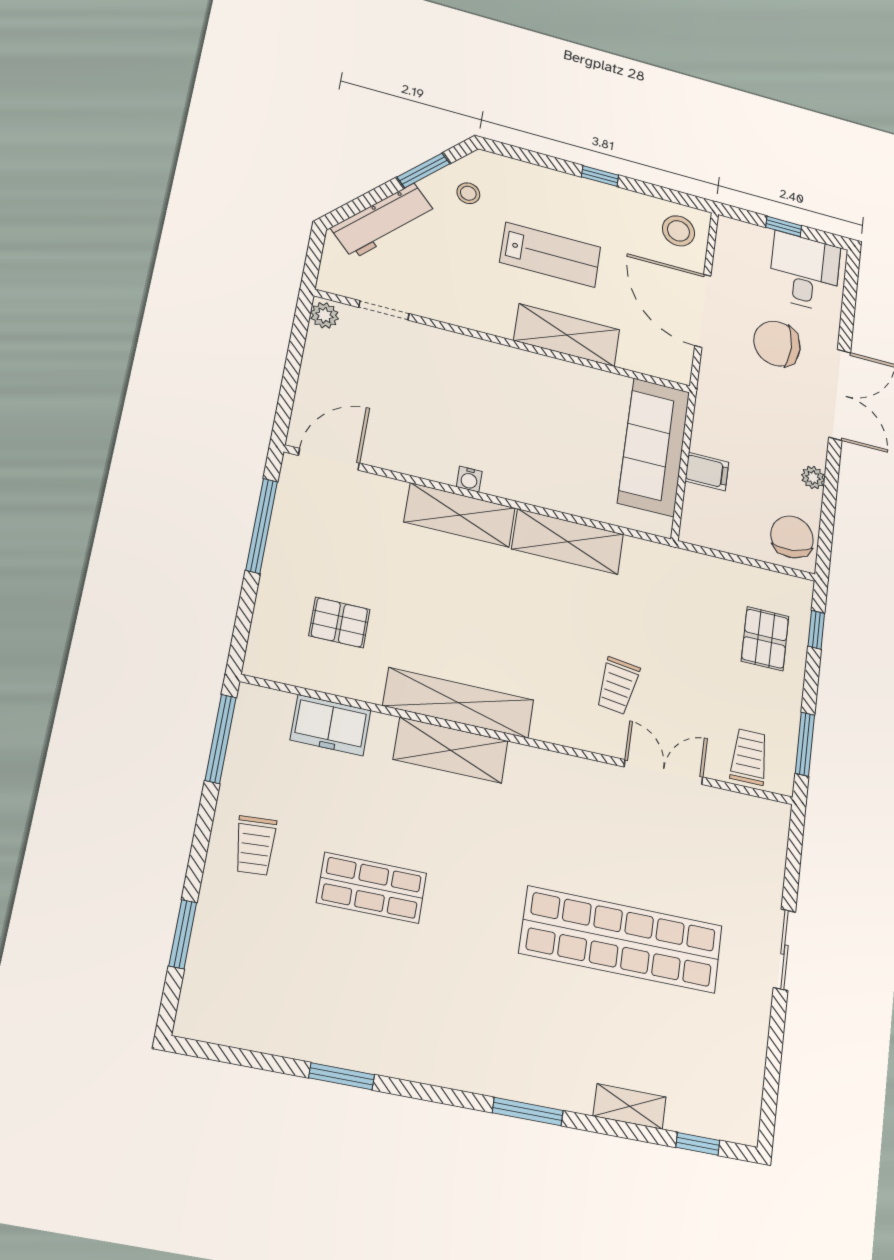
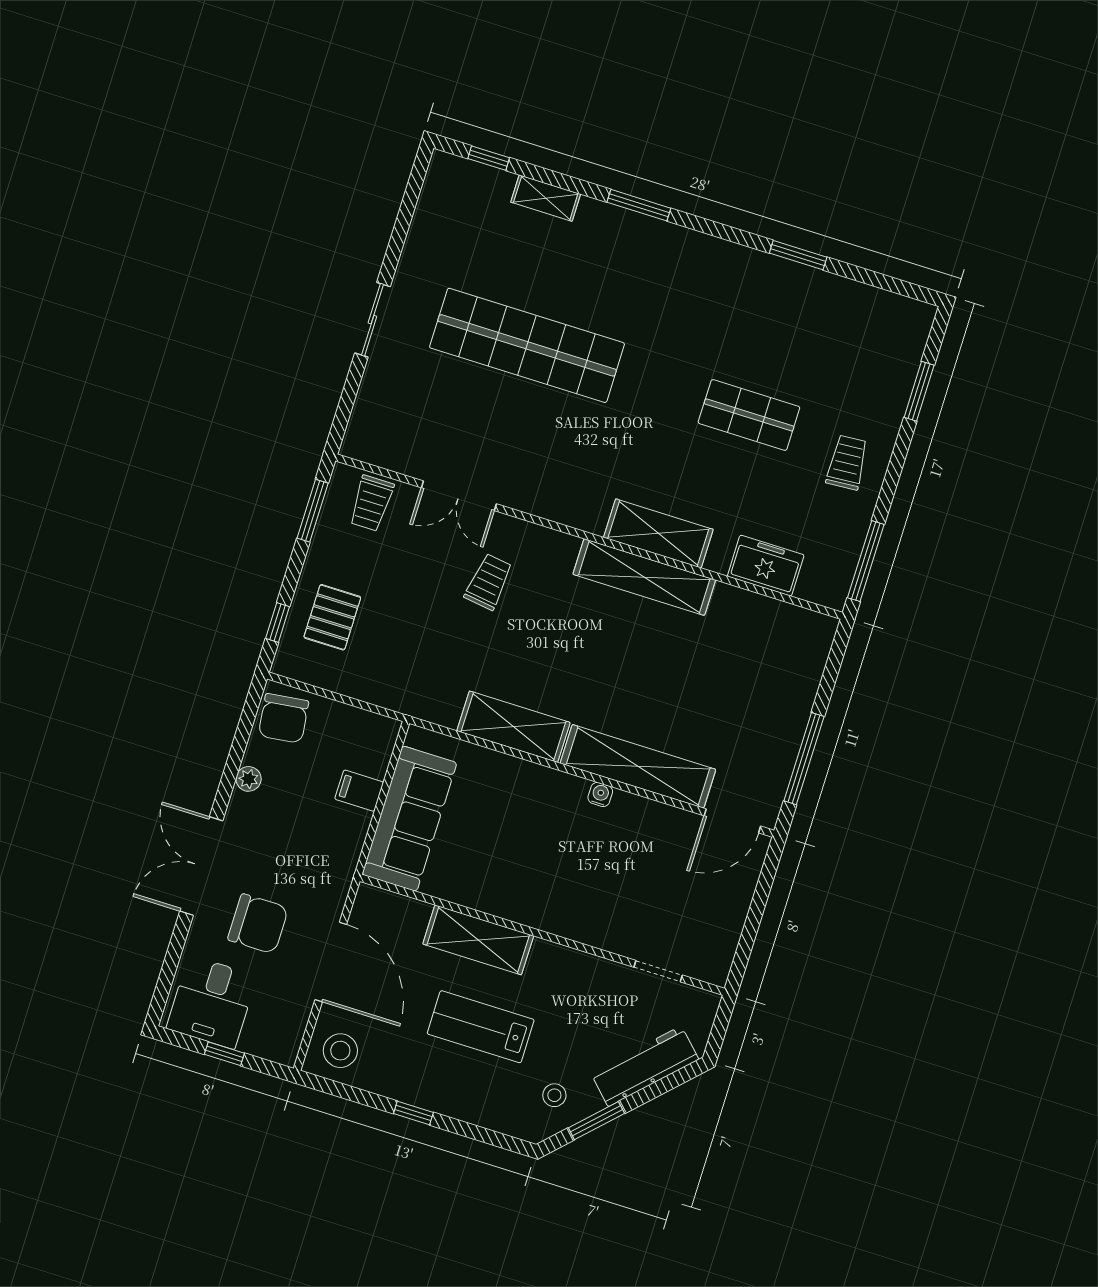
plant: (324, 315) -> (717, 968), removed
shelving: (460, 515) -> (638, 766), width x1.47
pallet: (339, 623) -> (744, 661), removed

